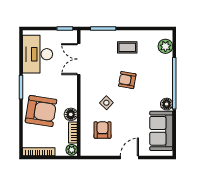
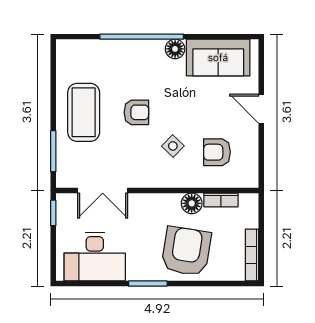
plant: (165, 46) -> (82, 51), removed
coffee table: (127, 47) -> (84, 112), width x1.86, depth x1.72
armchair: (127, 80) -> (136, 112), turned -100
plant: (72, 150) -> (249, 202), removed

